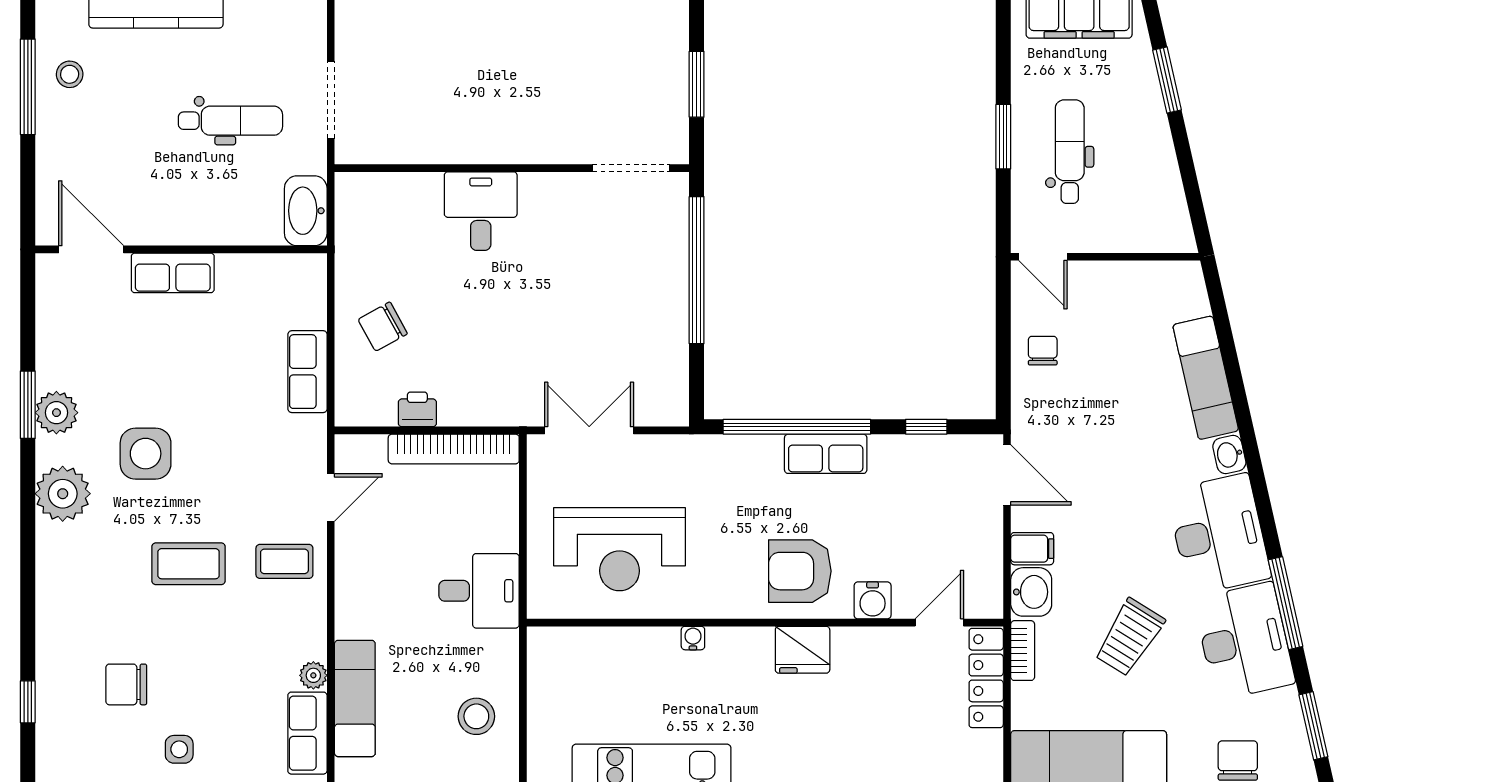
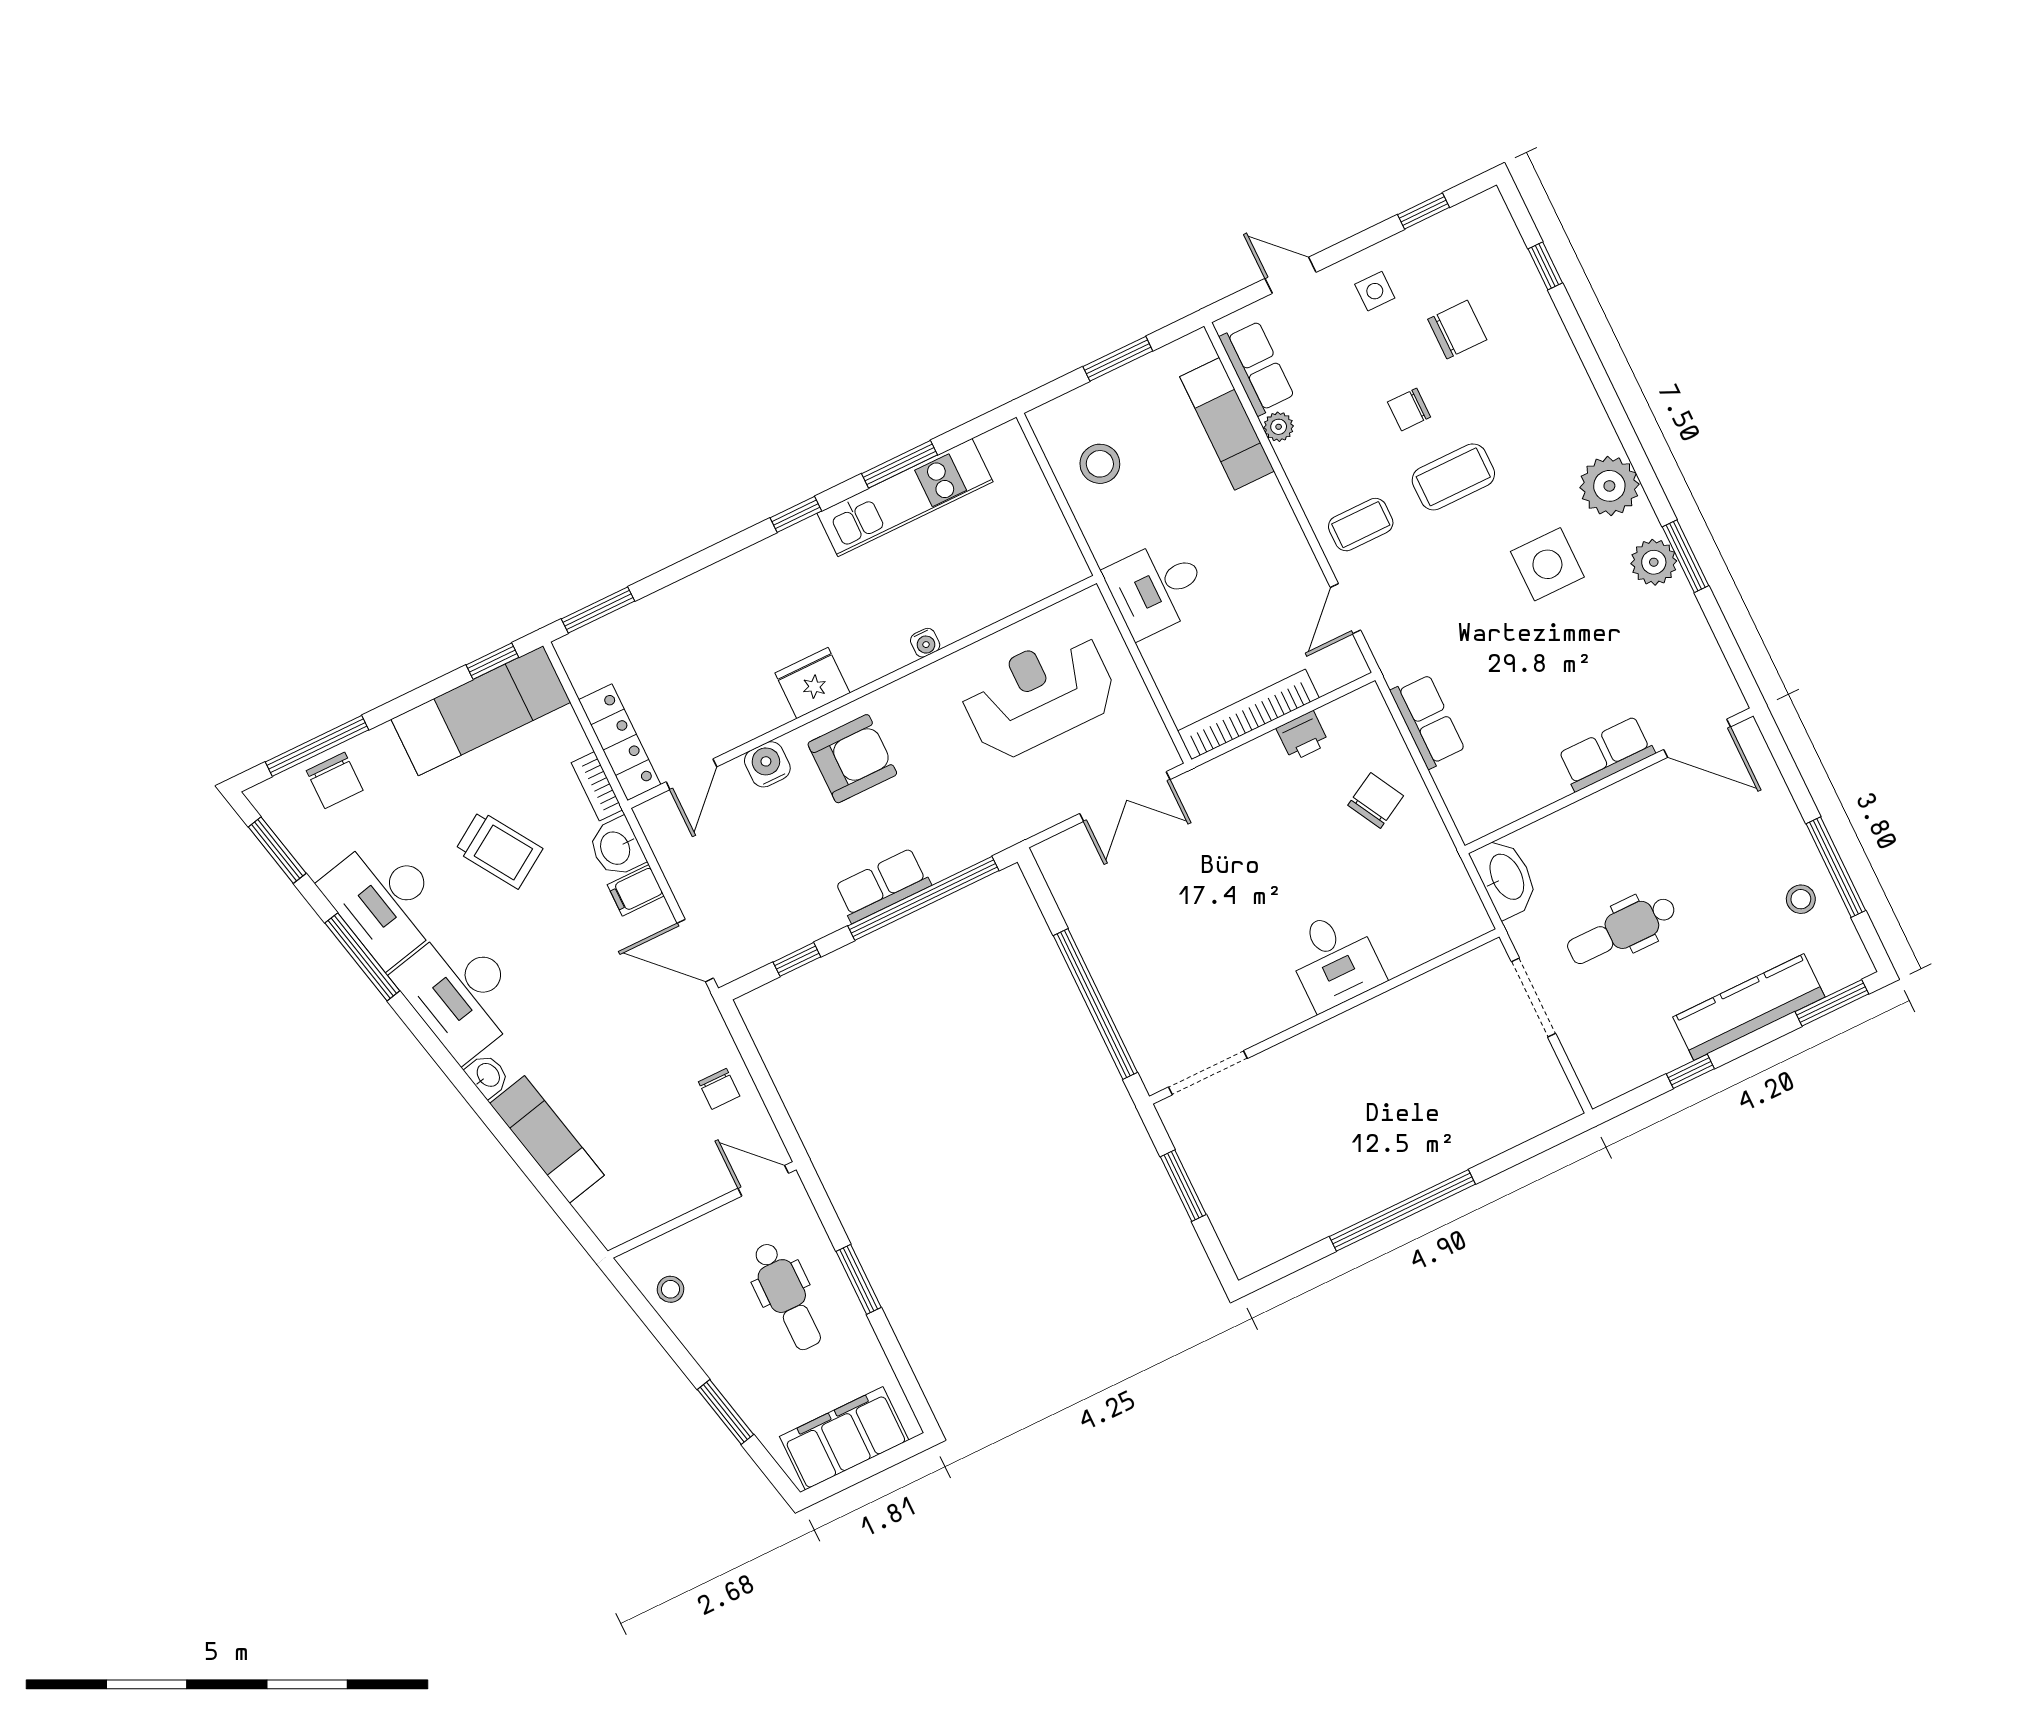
stool: (1163, 204) -> (670, 1289), added
chair: (198, 637) -> (1409, 409), added
trolley: (1129, 637) -> (499, 850), turned 115

